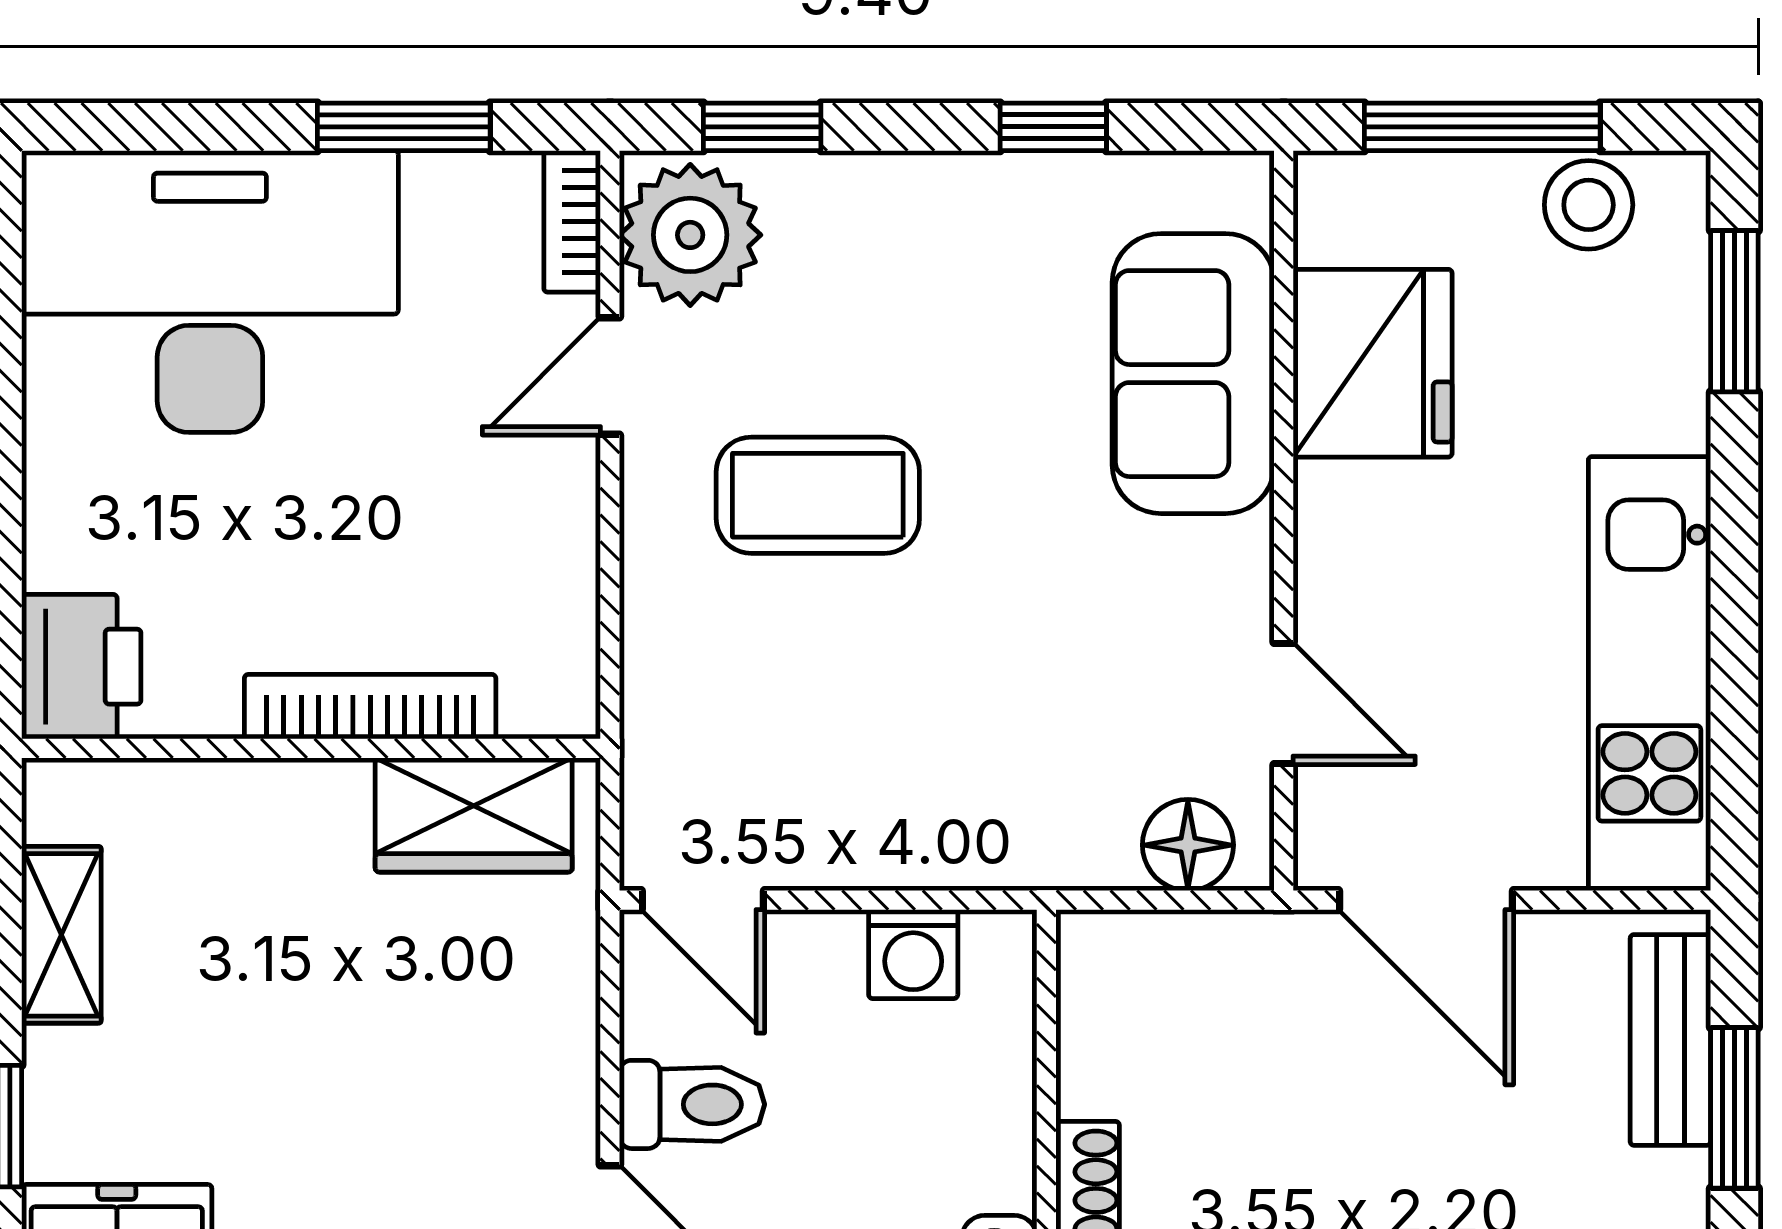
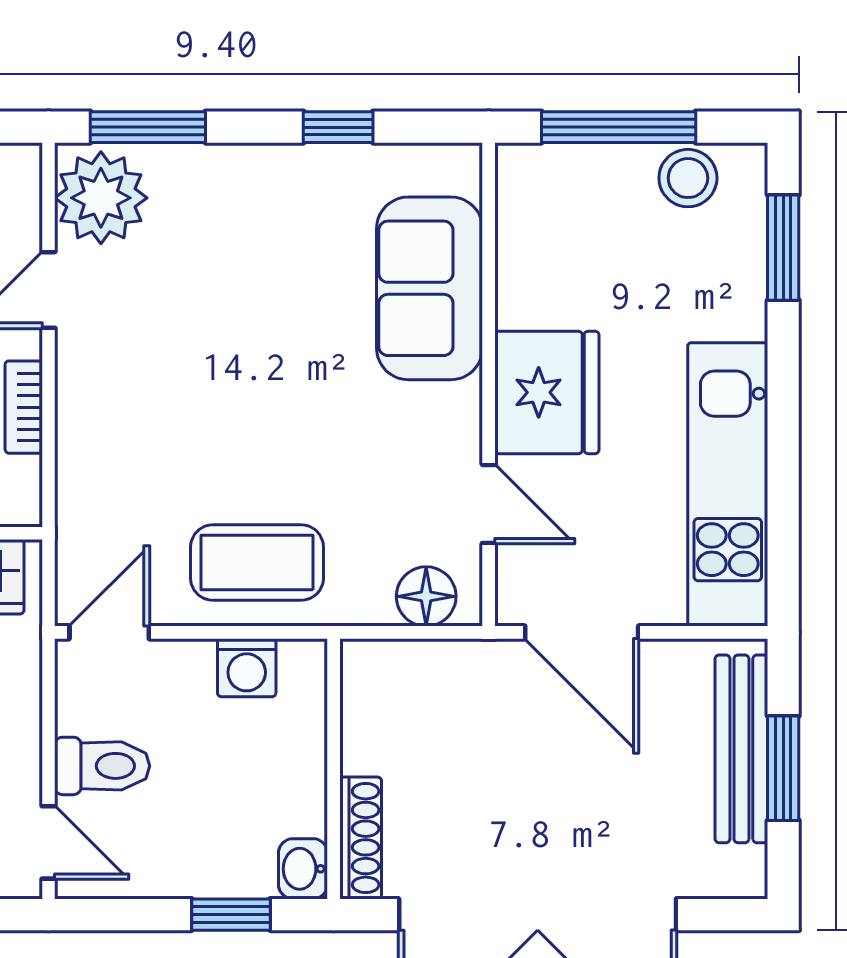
window: (762, 127) -> (148, 127), width x1.50
bookcase: (572, 221) -> (24, 407), moved
fridge: (1373, 363) -> (547, 392), moved
coffee table: (818, 495) -> (257, 563), moved
door: (703, 900) -> (109, 632), swing flipped
bench: (1670, 1040) -> (741, 749), width x1.36

